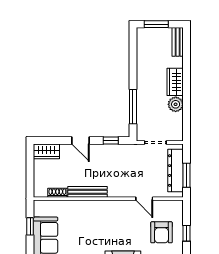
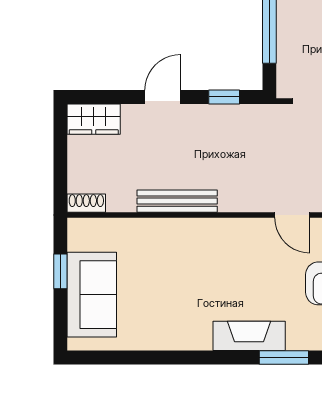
door: (80, 140) -> (163, 97), swing flipped
shoe rack: (57, 193) -> (86, 203), moved

